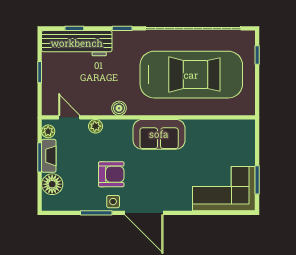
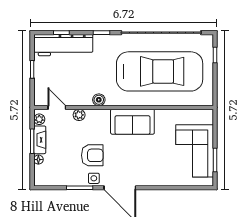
floor lamp: (52, 184) -> (38, 160), width x0.53, depth x0.53
corner sofa: (224, 189) -> (195, 151), moved, turned -90

